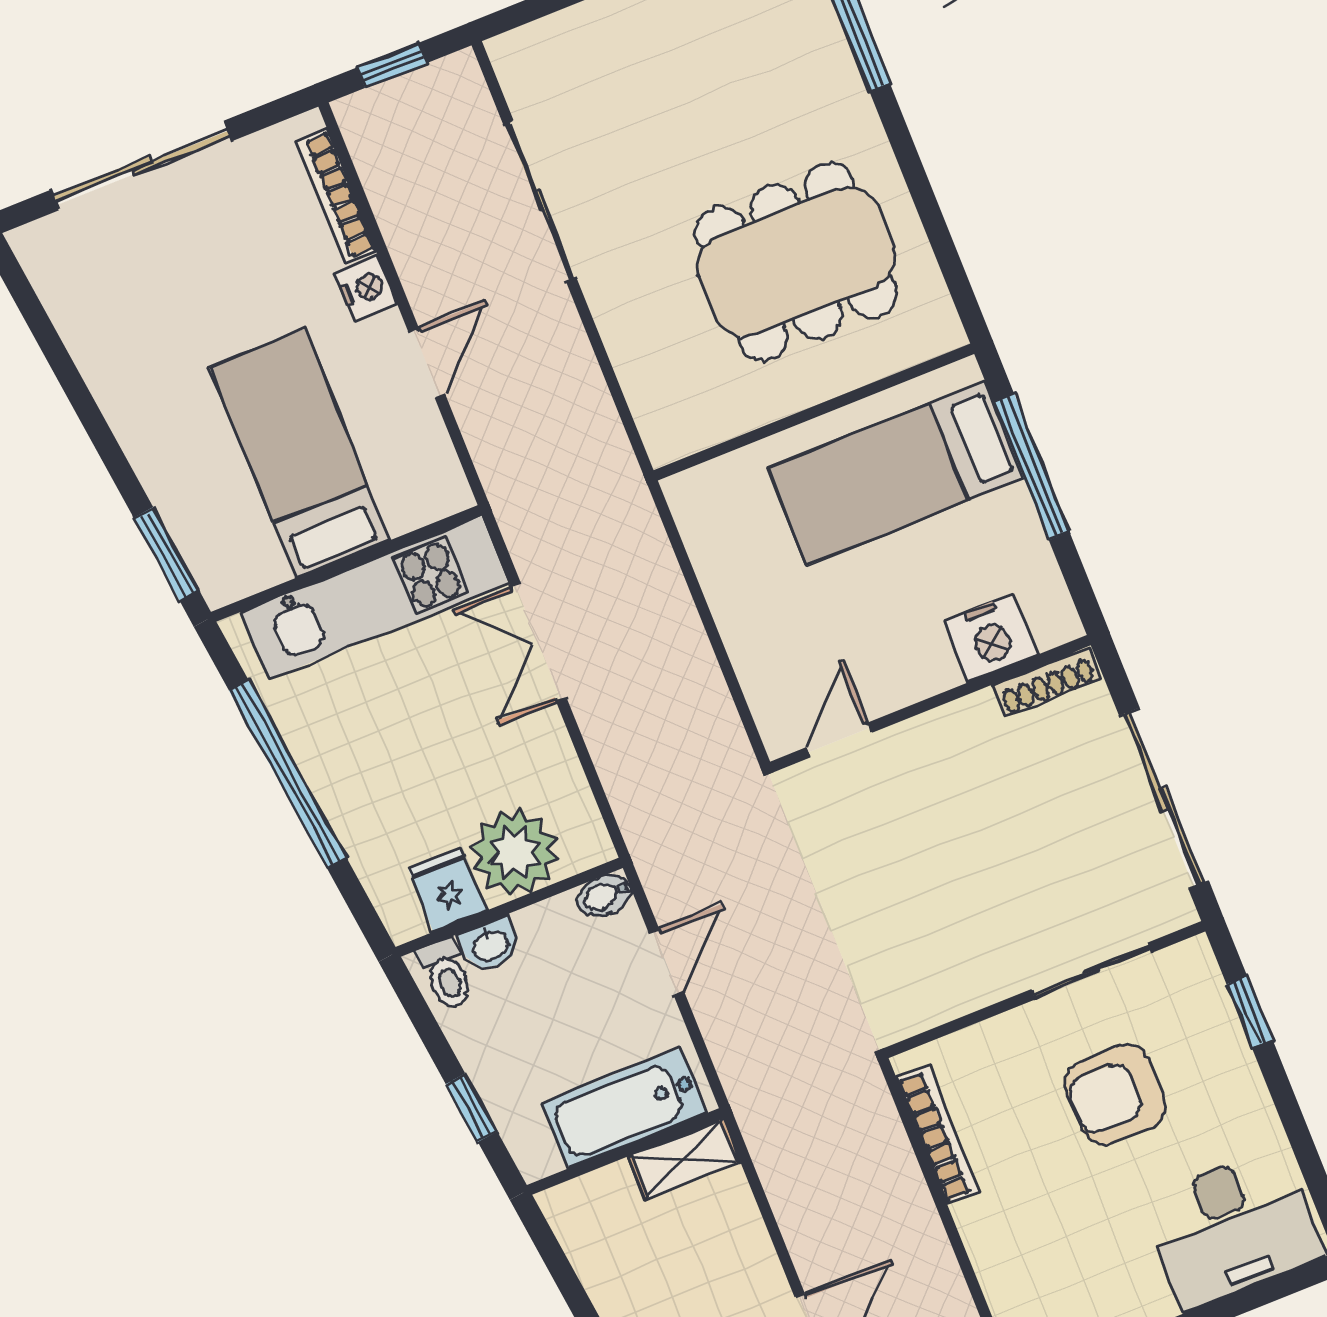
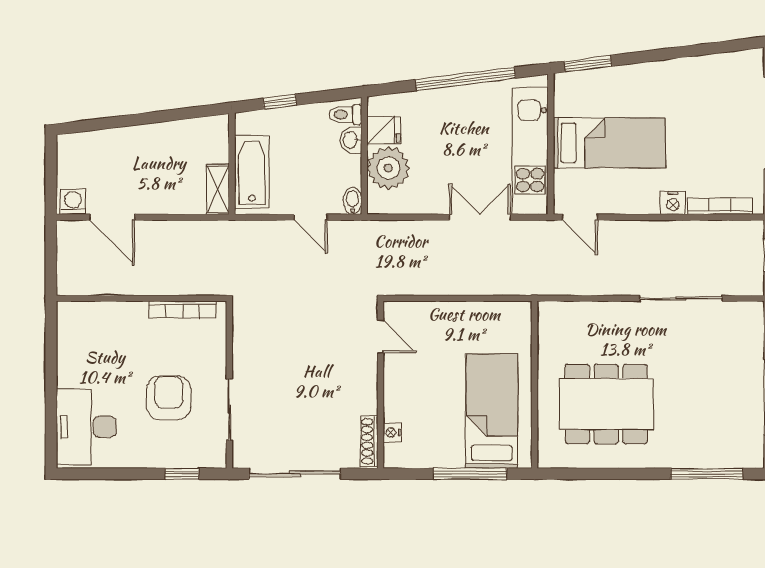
dining table: (796, 262) -> (606, 404), turned 90
door: (427, 363) -> (580, 217), moved
nightstand: (991, 638) -> (392, 433), width x0.53, depth x0.56

